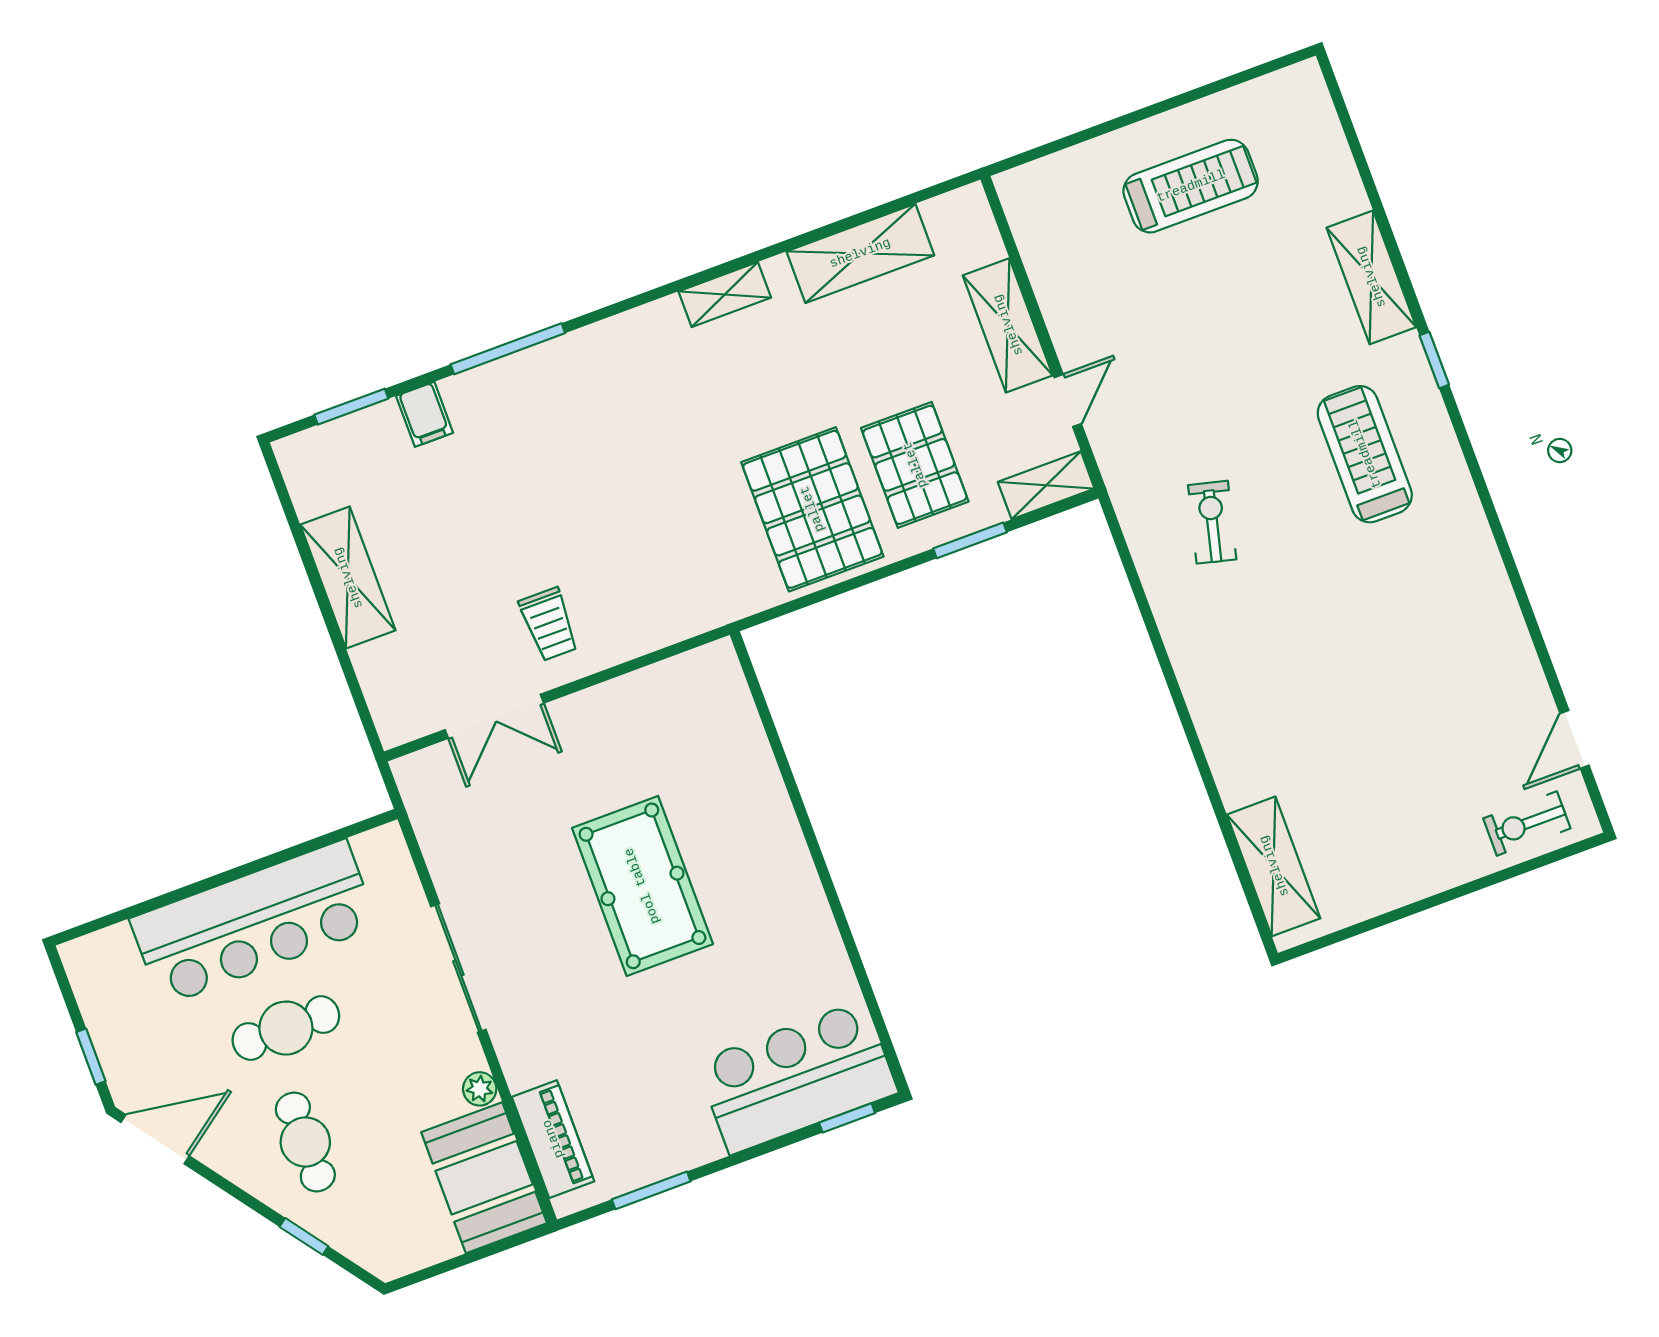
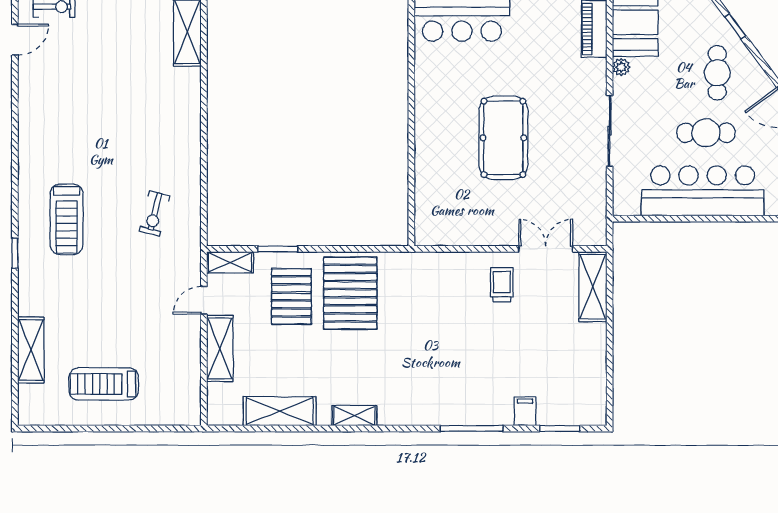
shelving: (1371, 277) -> (31, 350), moved
shelving: (348, 578) -> (593, 287), moved

